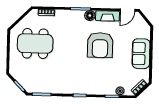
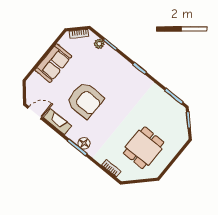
floor lamp: (90, 15) -> (84, 143), moved
dining table: (35, 44) -> (144, 148), width x0.73
armchair: (100, 45) -> (85, 100), turned 90

